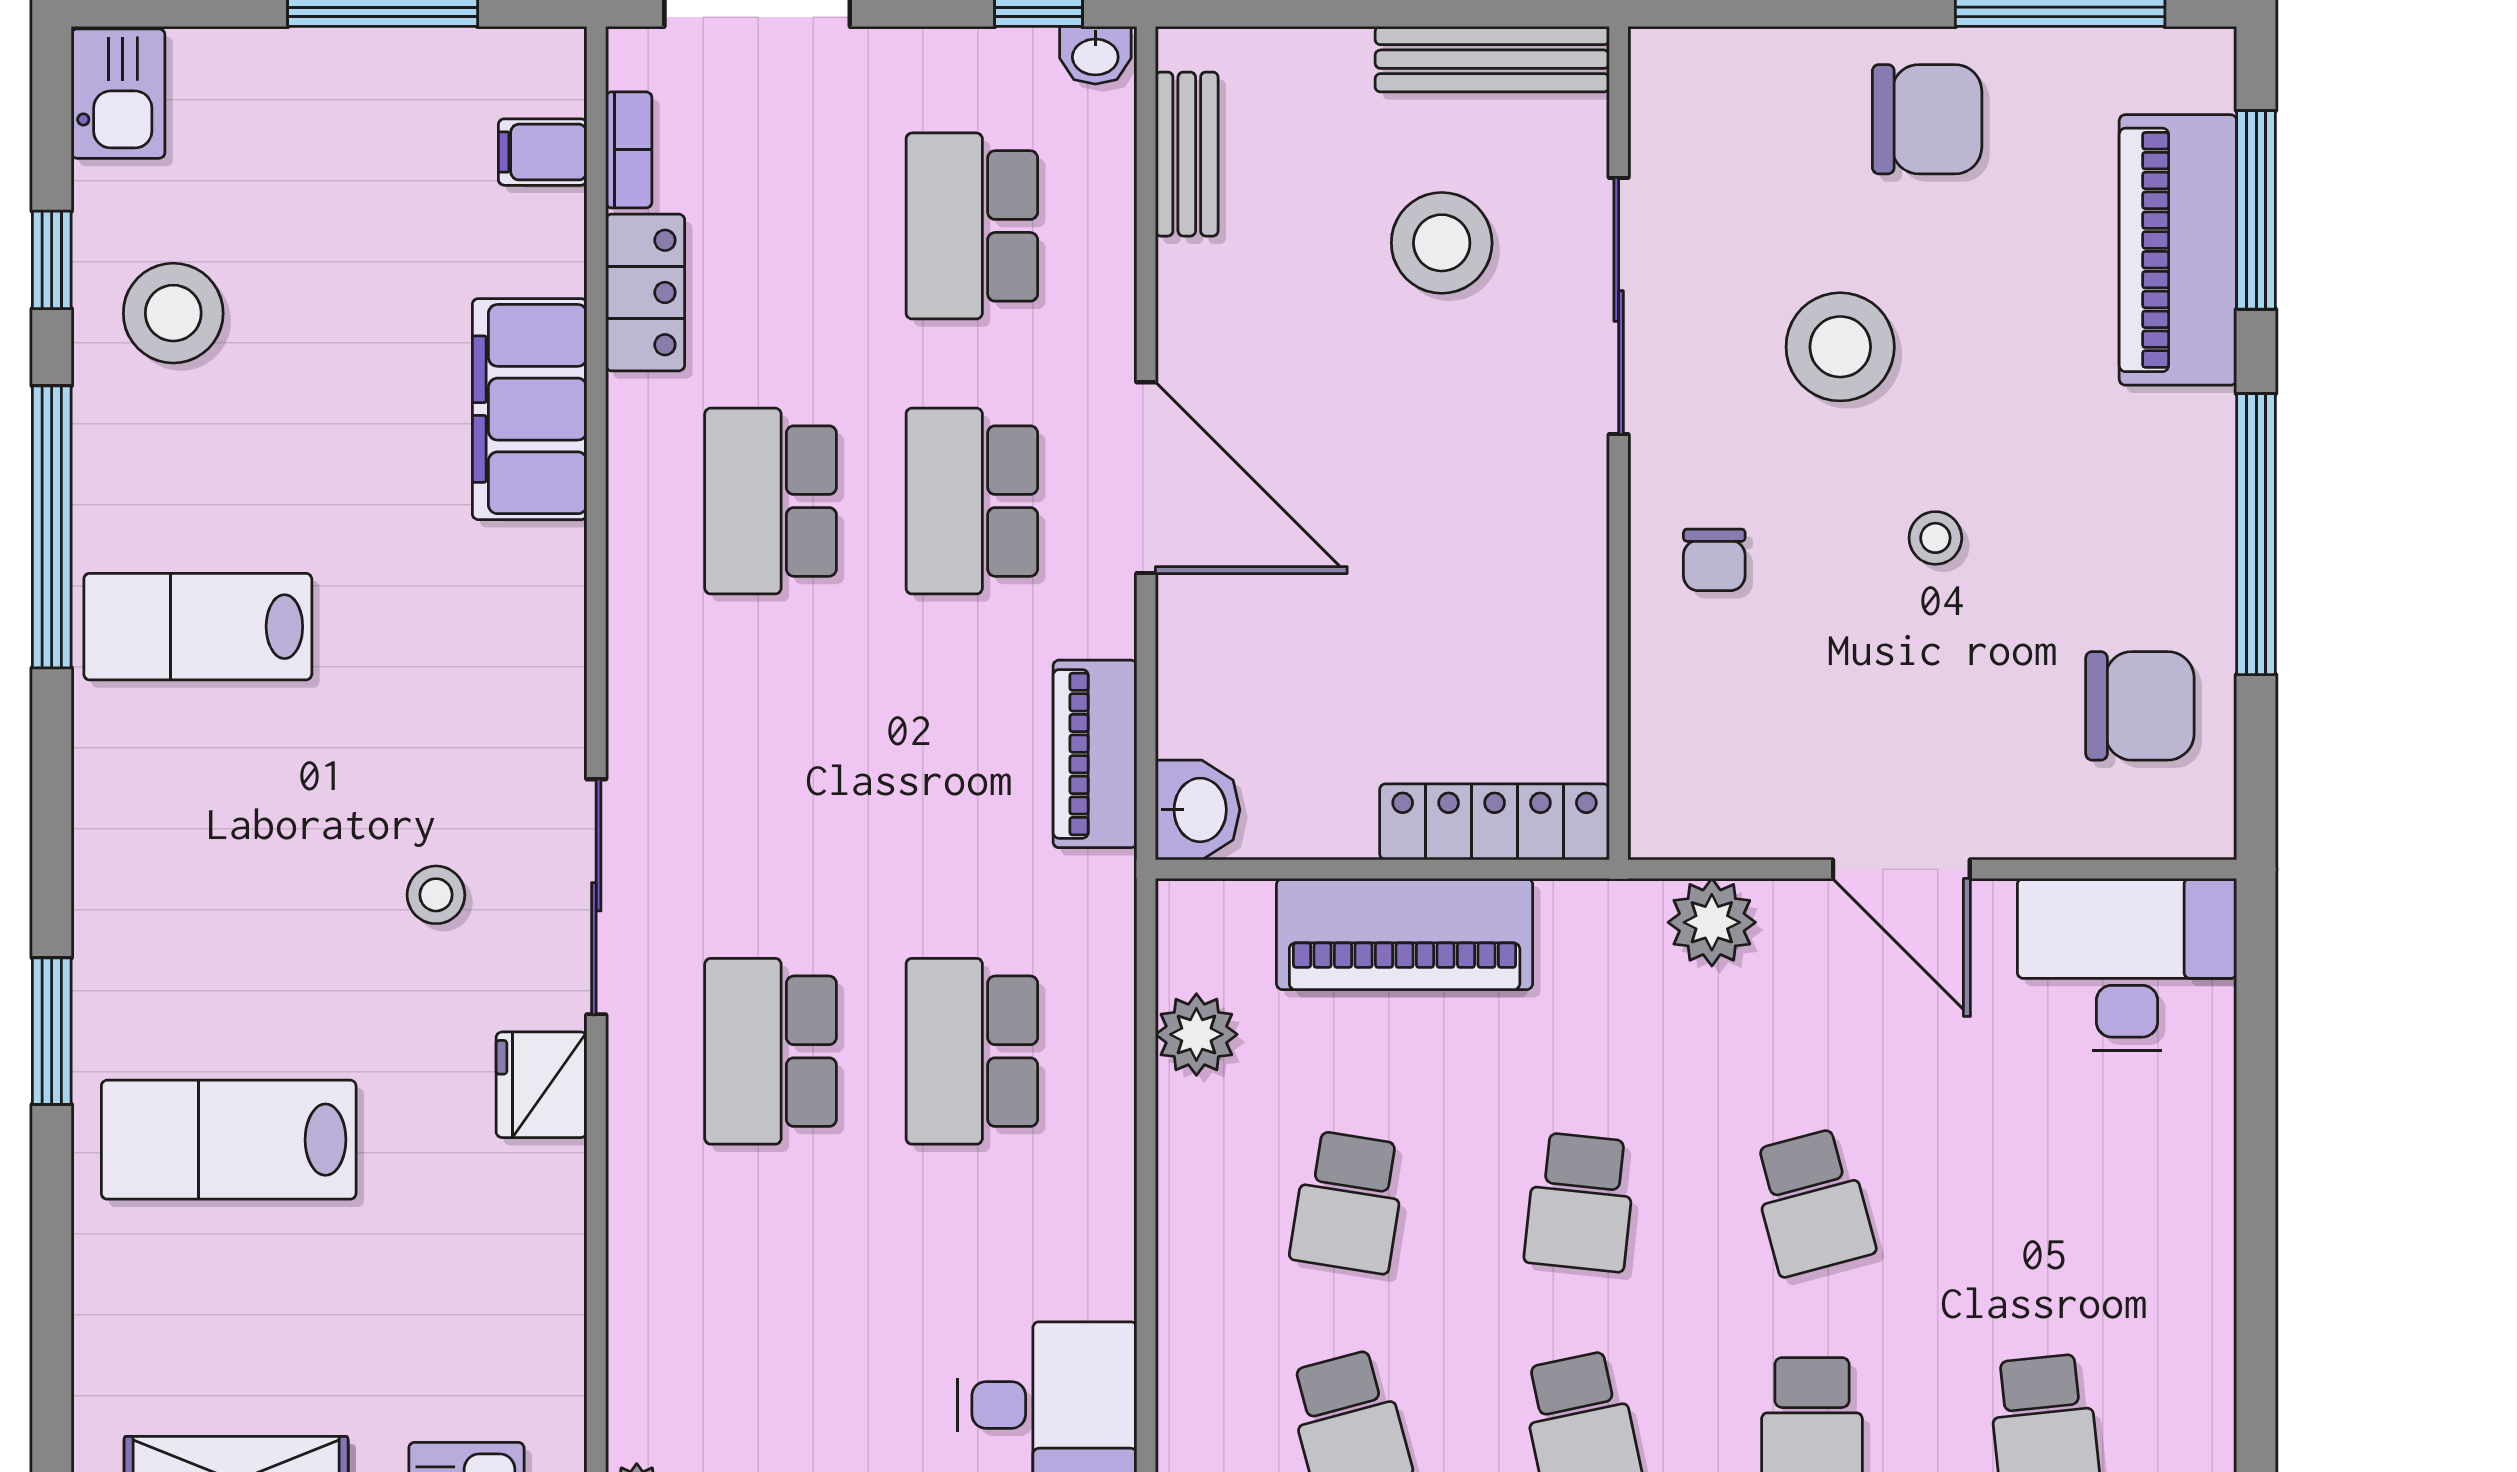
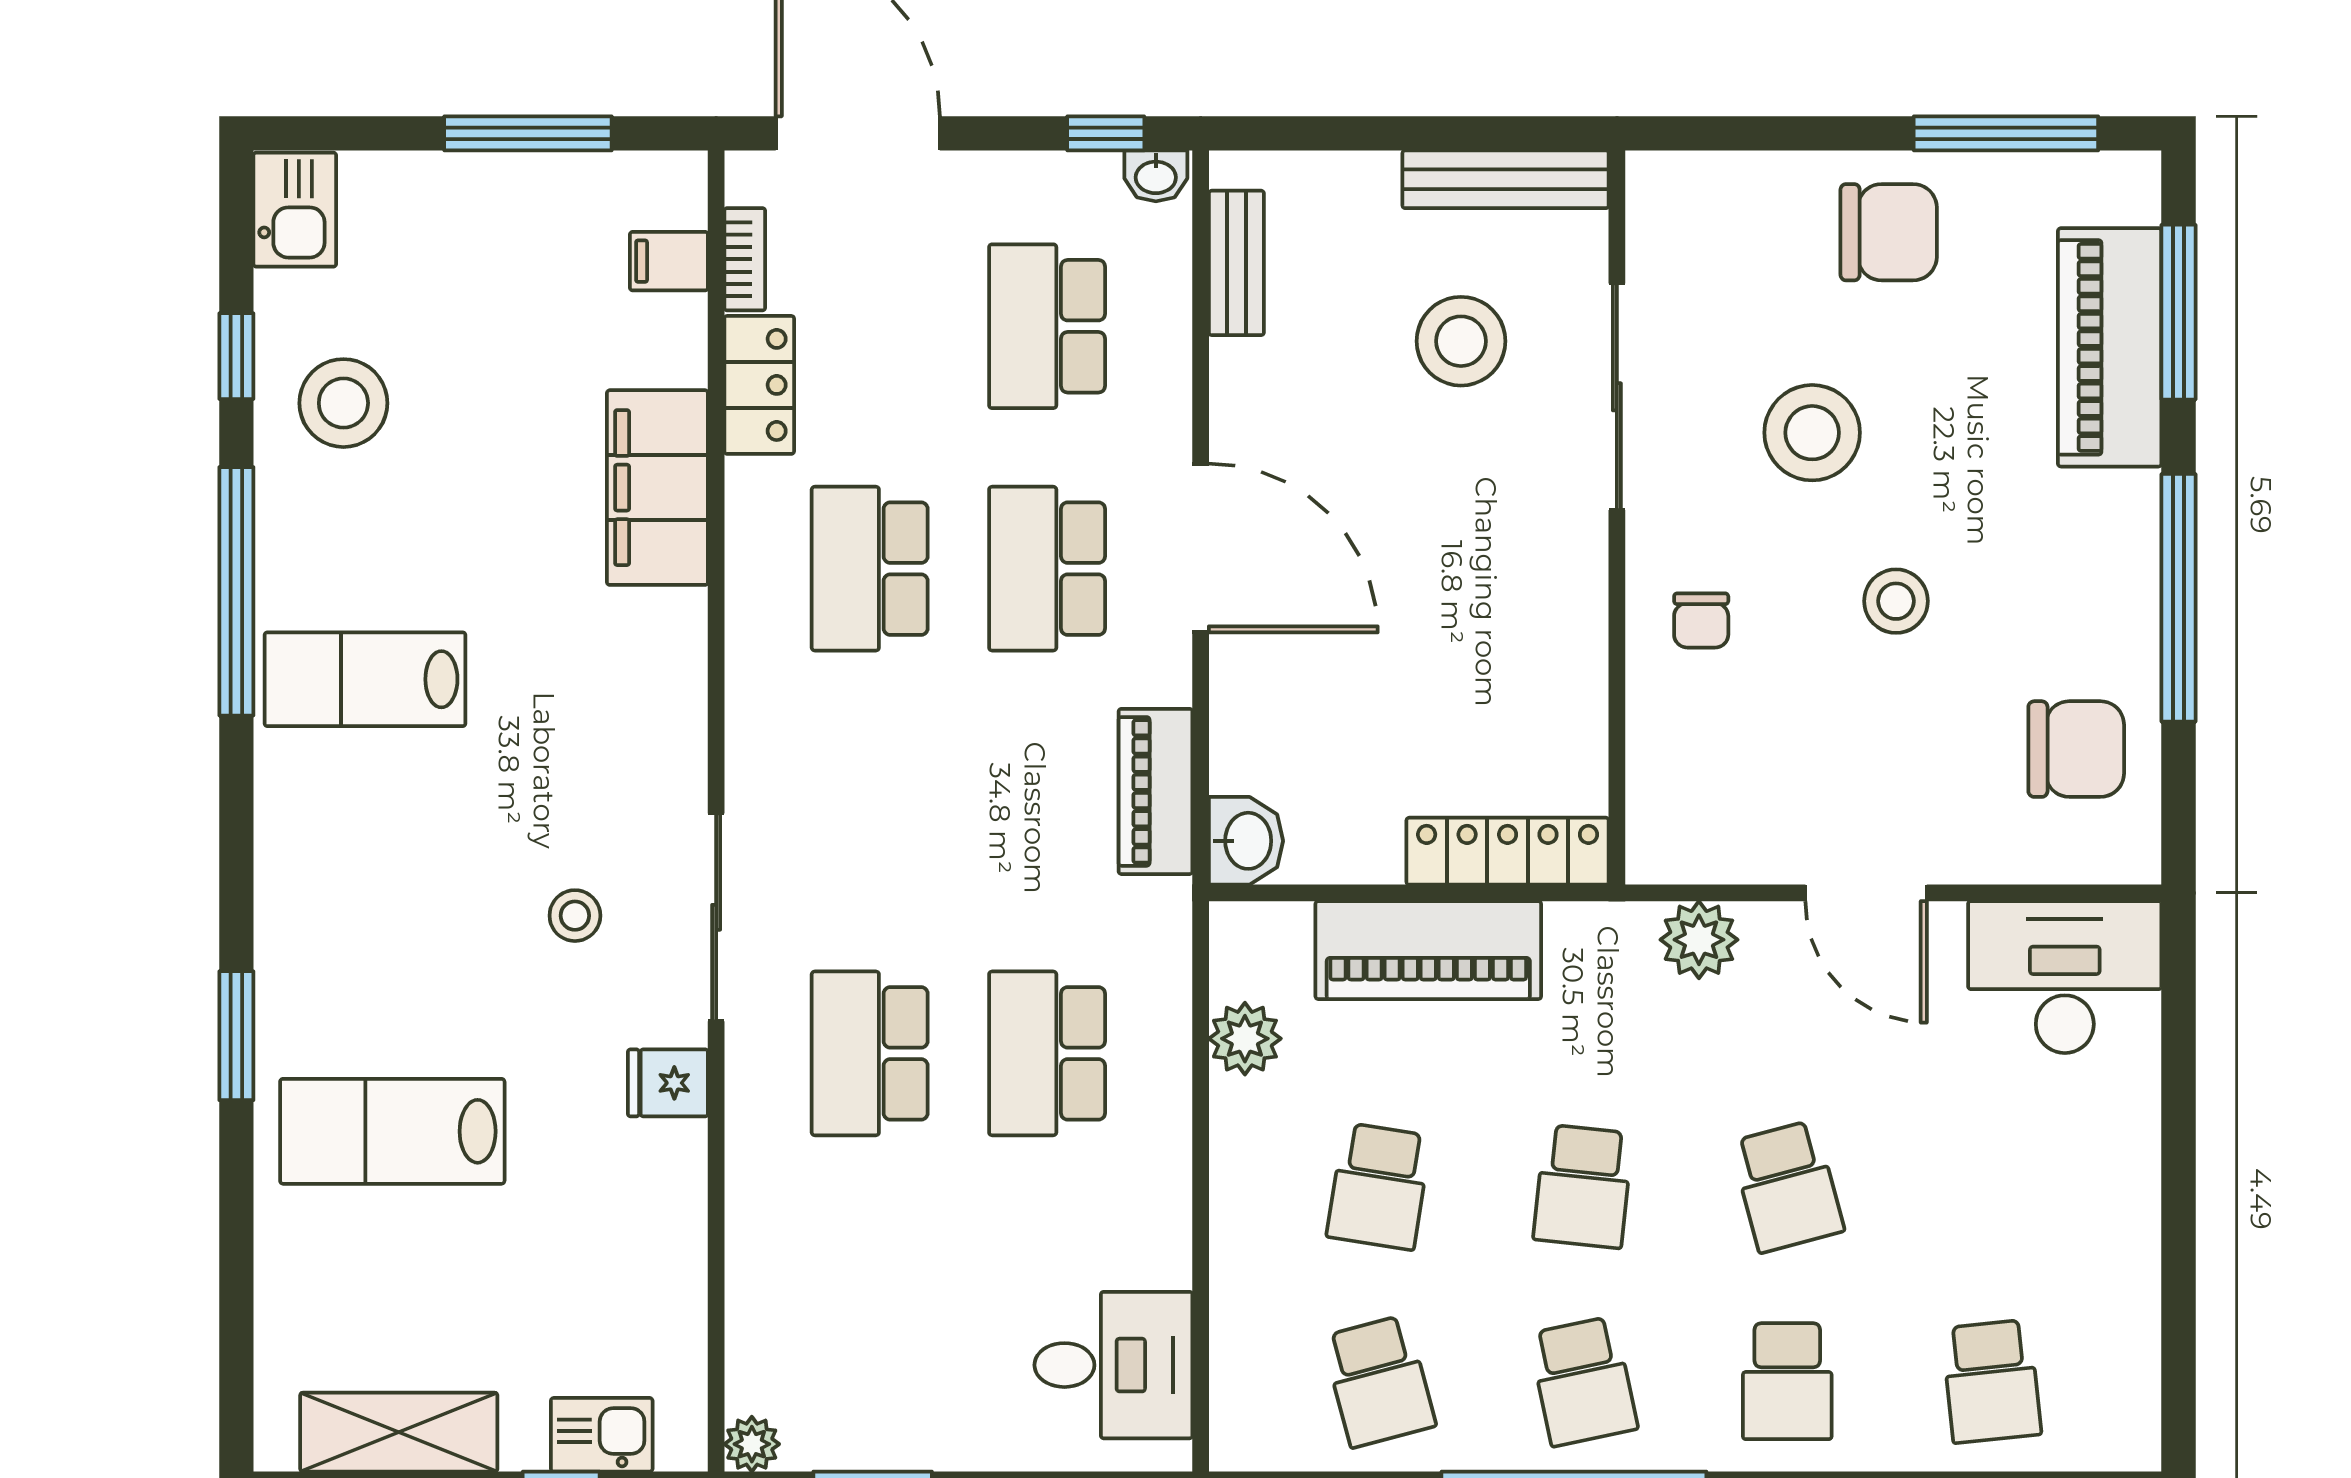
stool: (1935, 538) -> (1896, 601), width x1.37, depth x1.37
fridge: (541, 1085) -> (668, 1083), width x0.72

